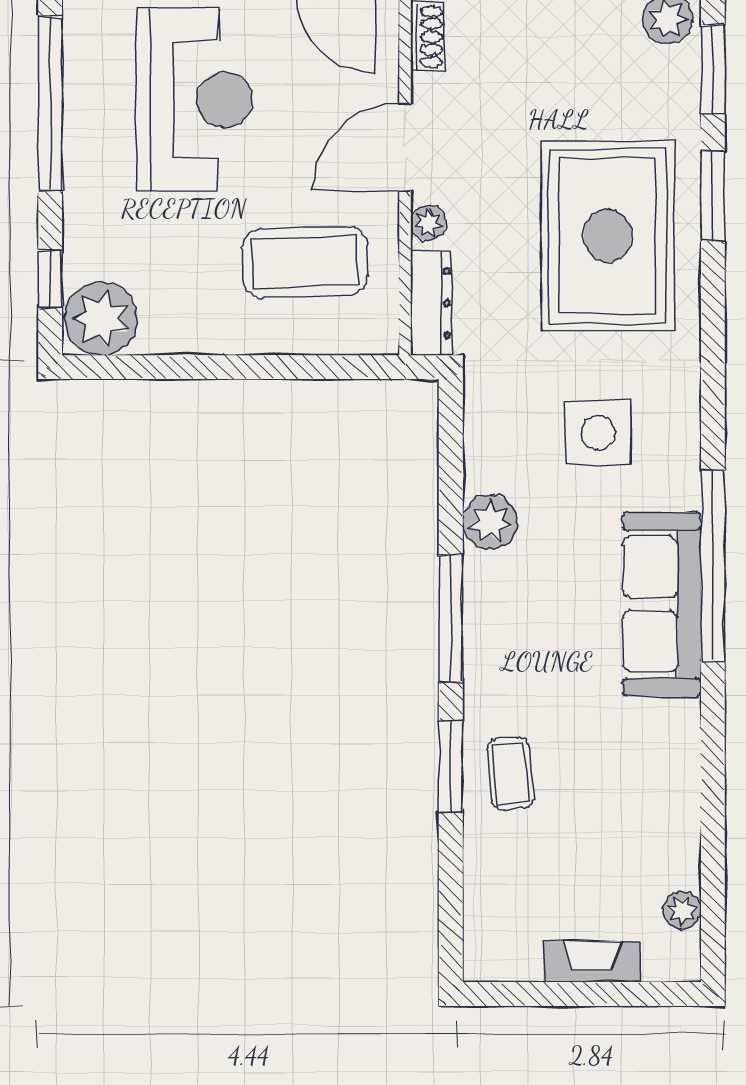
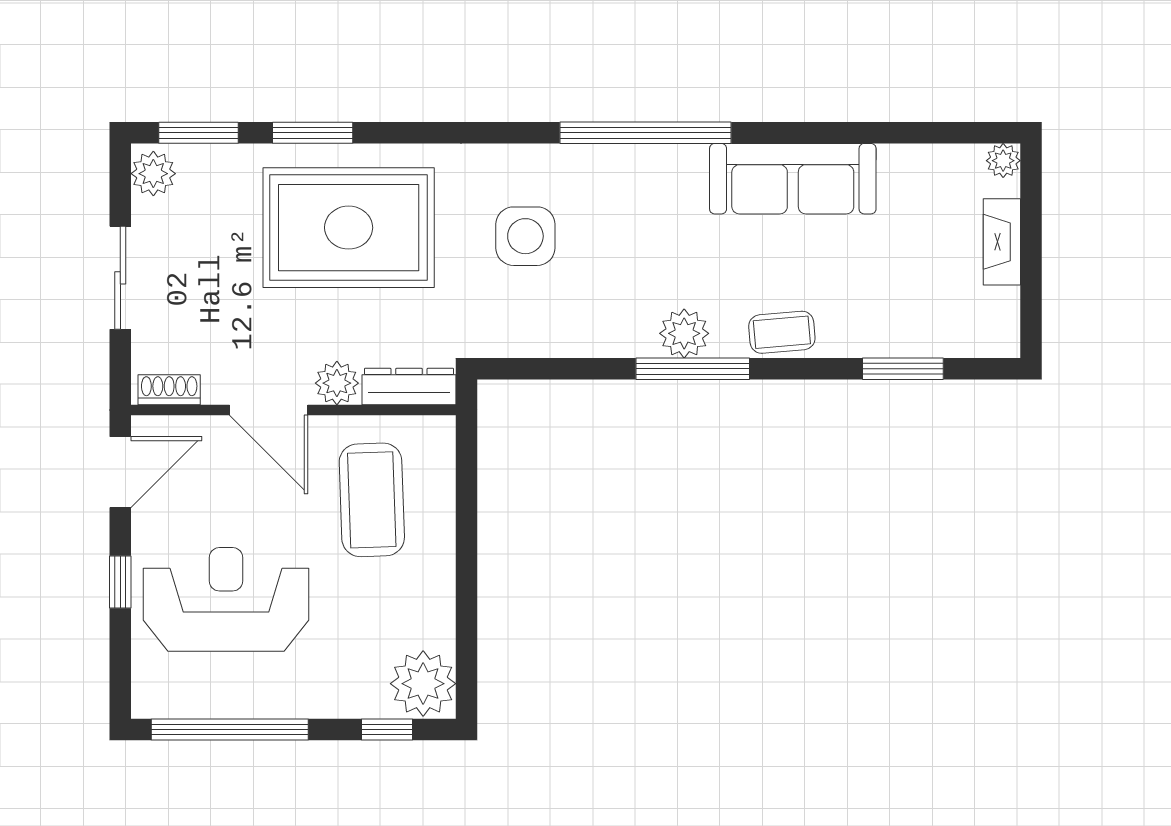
plant: (428, 223) -> (337, 383), width x1.38, depth x1.38
plant: (490, 522) -> (684, 333), moved
sofa: (662, 604) -> (793, 179), moved
window: (451, 766) -> (903, 369), moved
coffee table: (510, 773) -> (782, 332), moved
plant: (682, 911) -> (1003, 161), moved

